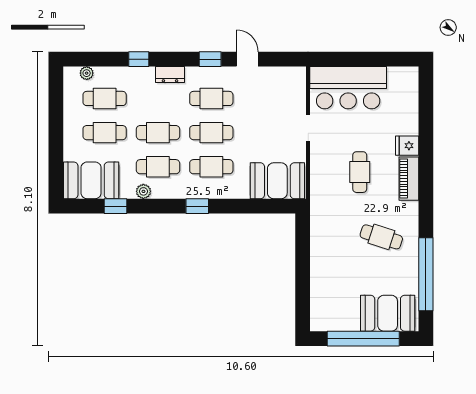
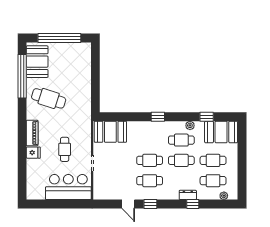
dresser: (170, 74) -> (188, 195), moved
cafe table: (211, 167) -> (150, 140), removed
cafe table: (360, 172) -> (65, 149), moved
cafe table: (381, 237) -> (49, 98), width x1.37, depth x1.35
booth: (388, 313) -> (37, 62), moved, turned 90

